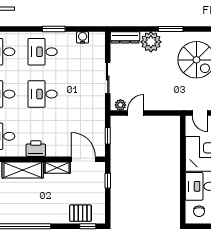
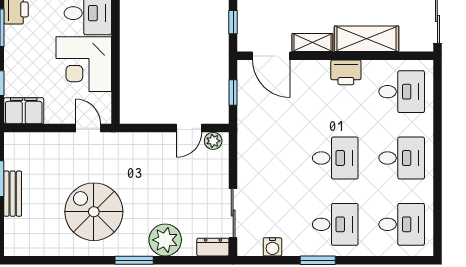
dresser: (125, 37) -> (213, 247), width x0.70
sliding door: (108, 78) -> (233, 213), moved

